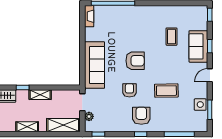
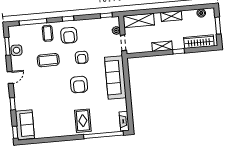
rug: (134, 21) -> (83, 121), added
coffee table: (172, 37) -> (48, 33), moved
sofa: (198, 46) -> (25, 125), moved
armchair: (135, 61) -> (79, 85), turned -90

